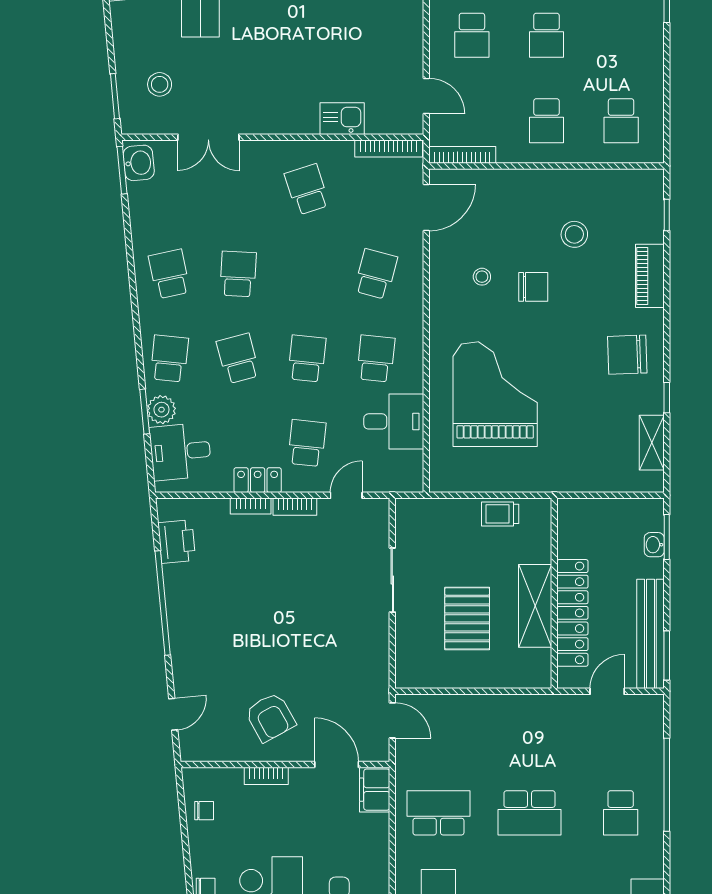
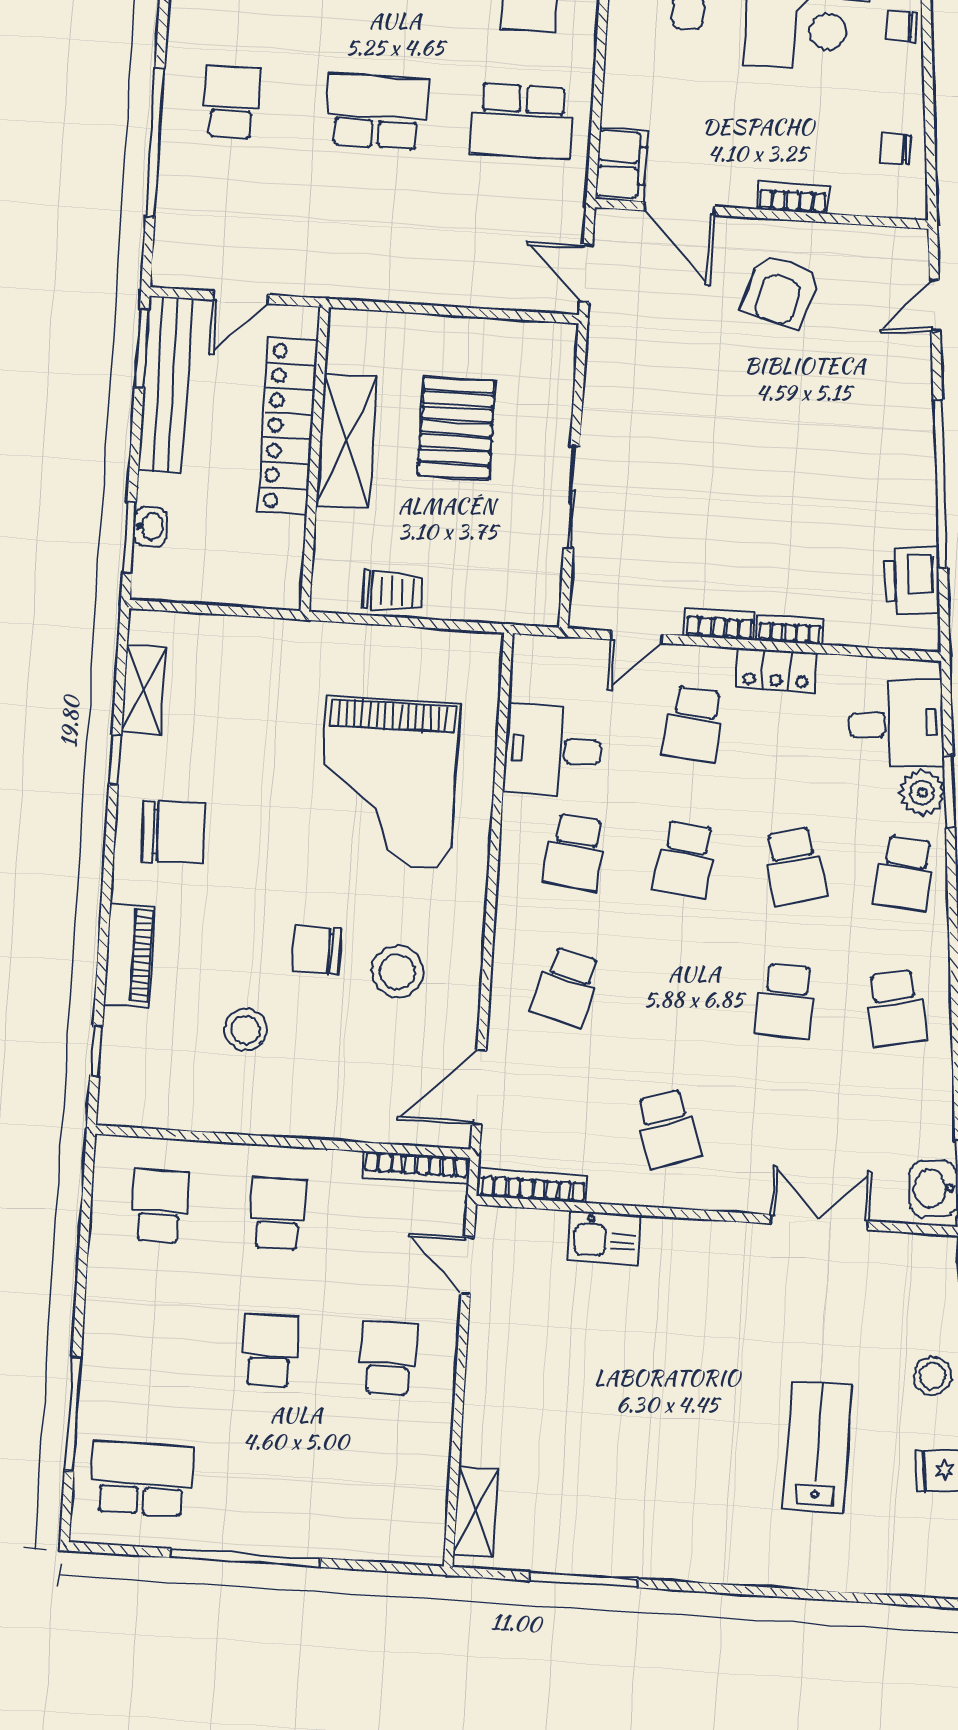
stool: (160, 84) -> (932, 1376), moved
stool: (482, 277) -> (397, 972), width x1.89, depth x1.89
armchair: (270, 717) -> (780, 291), turned -135

